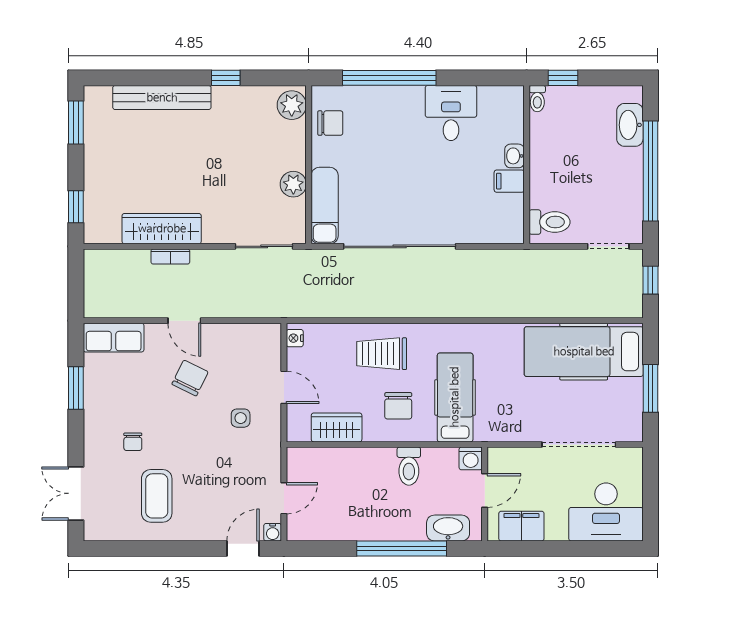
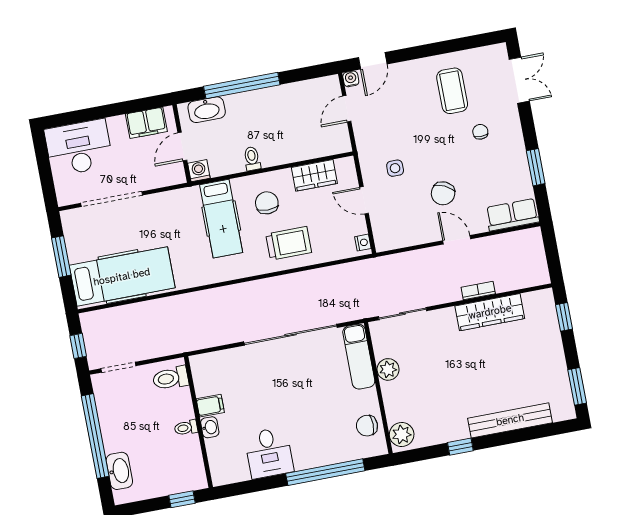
toilet: (537, 99) -> (186, 428), moved, turned -90
toilet: (409, 466) -> (252, 159), width x0.73, depth x0.72

